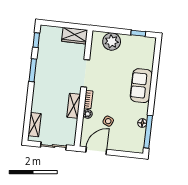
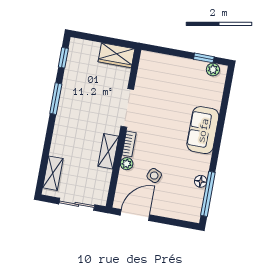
plant: (112, 42) -> (213, 70), moved, width x0.53, depth x0.53

